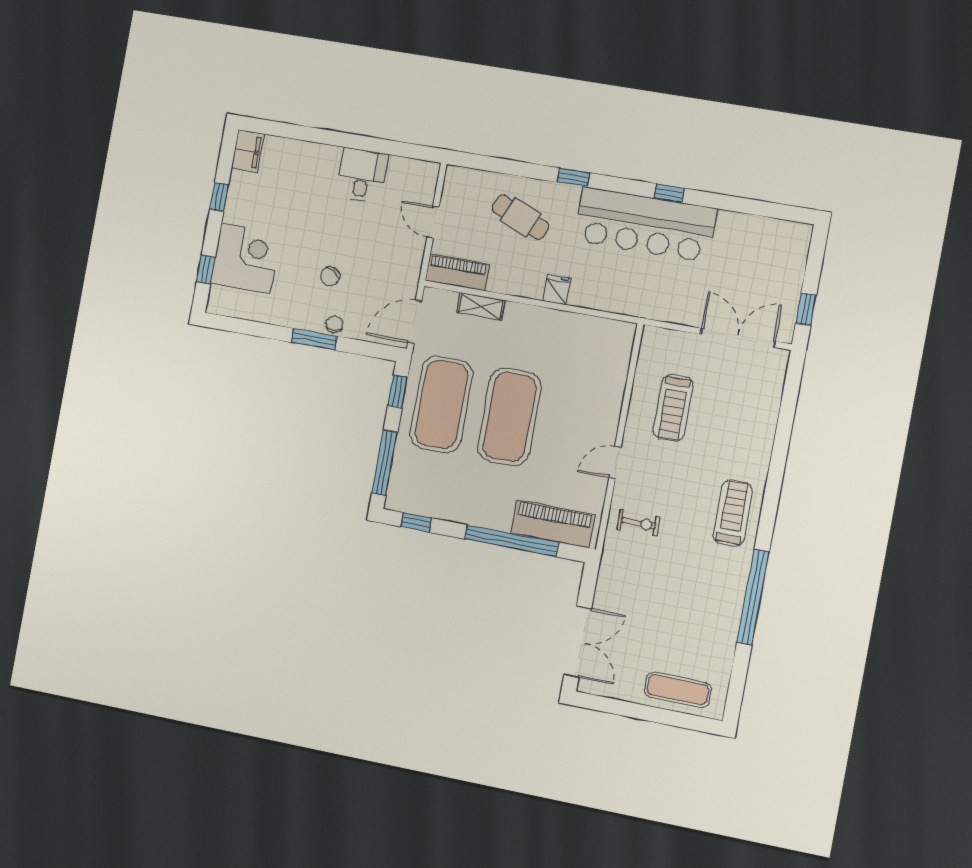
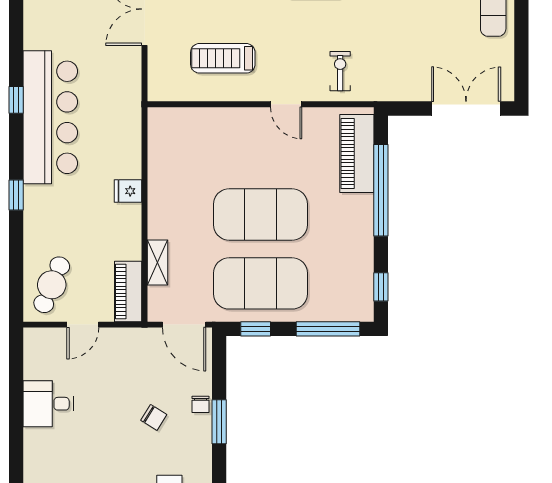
cafe table: (520, 217) -> (52, 285), moved
chair: (334, 324) -> (200, 404), turned -85
treadmill: (673, 408) -> (223, 58), turned 180

